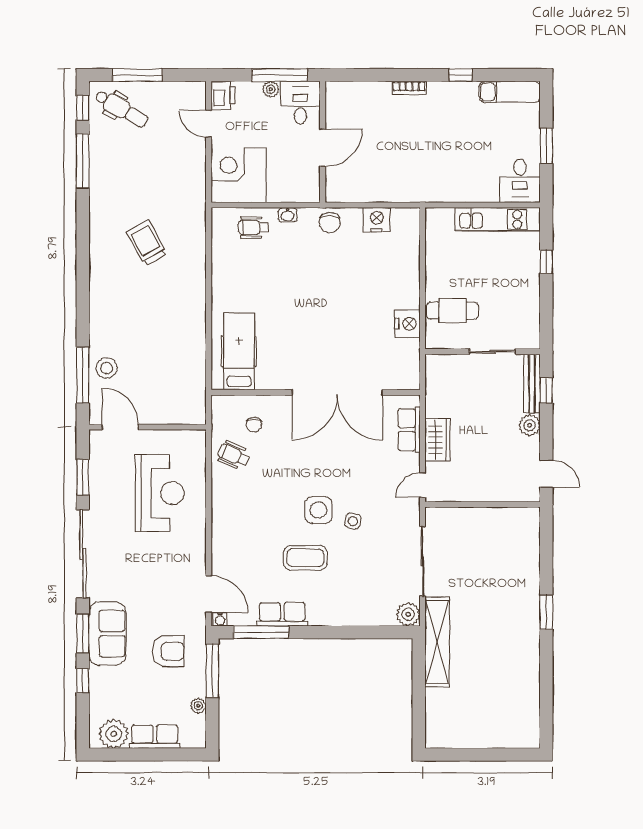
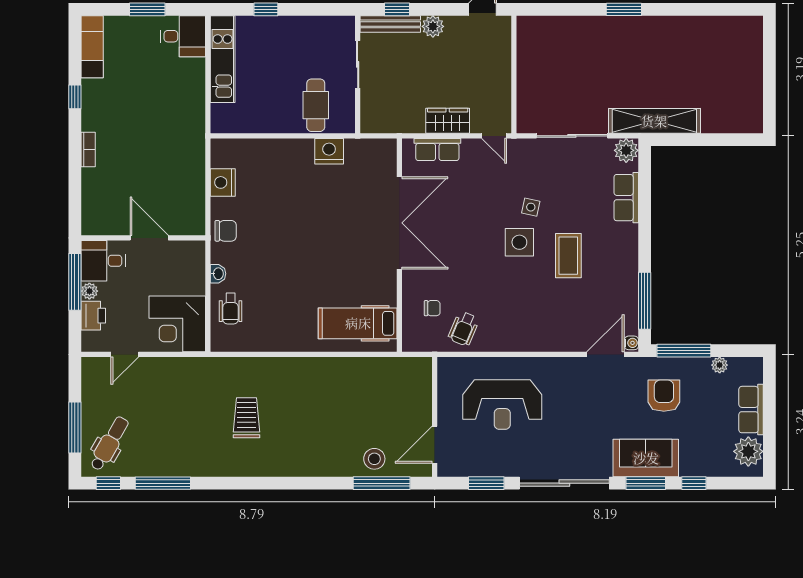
printer: (223, 95) -> (93, 316), moved, turned 90
trolley: (147, 243) -> (247, 418), turned 119
reception desk: (160, 493) -> (502, 404), turned 180
row of seats: (282, 614) -> (626, 198), moved

